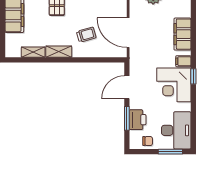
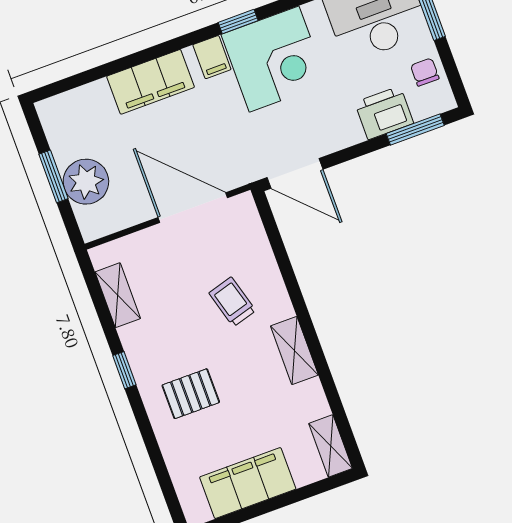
door: (128, 33) -> (193, 208), swing flipped
shelving: (33, 52) -> (331, 446), moved
door: (127, 87) -> (295, 173), moved
window: (127, 118) -> (415, 129), moved

